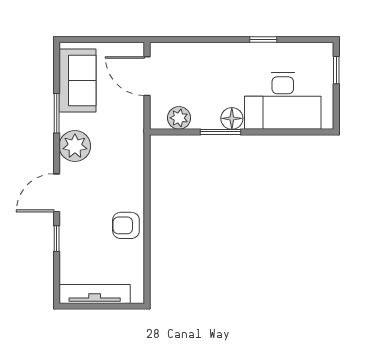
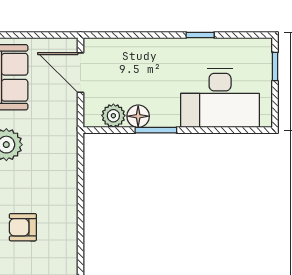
floor lamp: (232, 118) -> (138, 116), moved
armchair: (126, 225) -> (23, 227), moved

